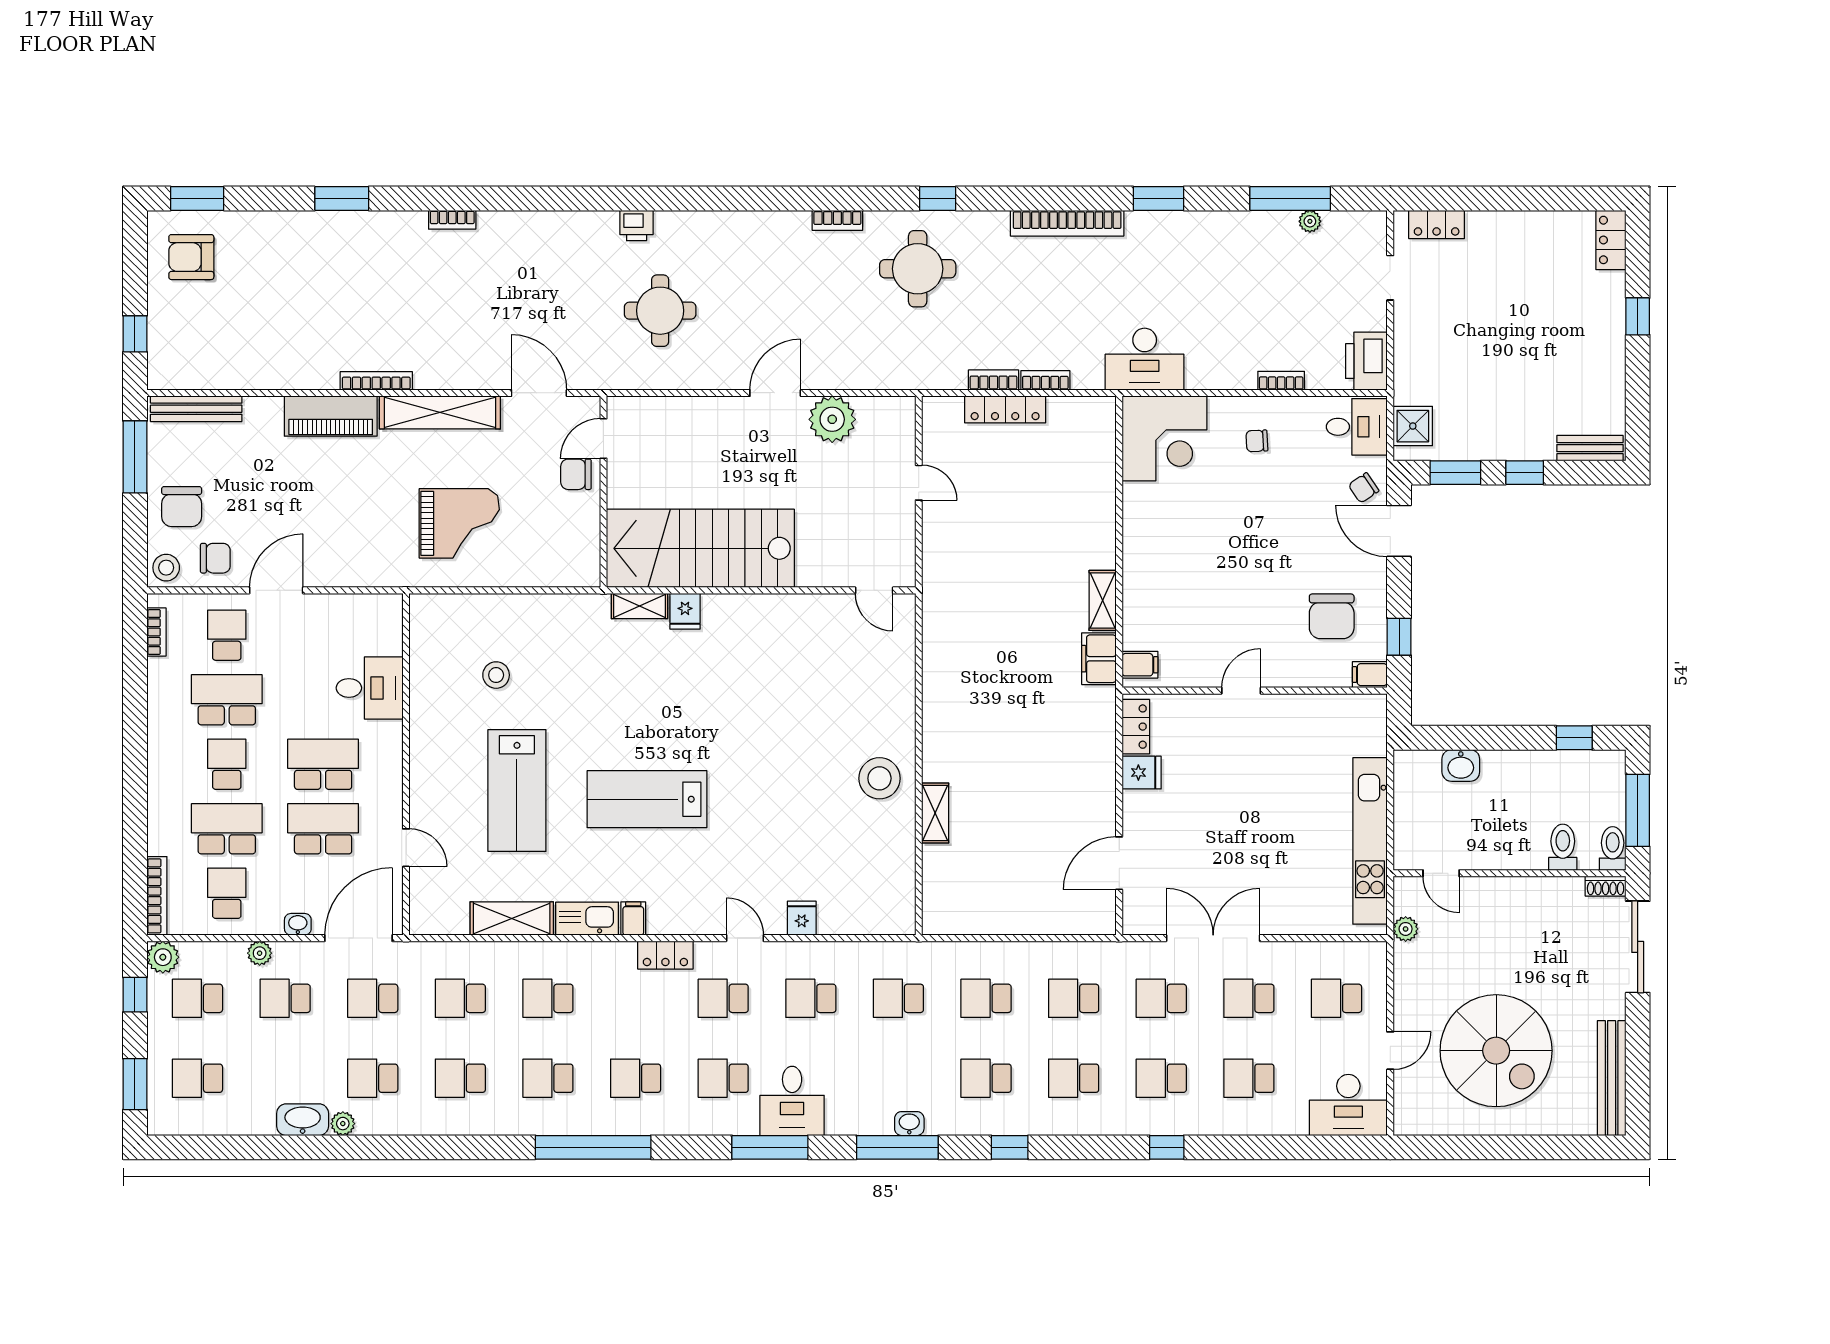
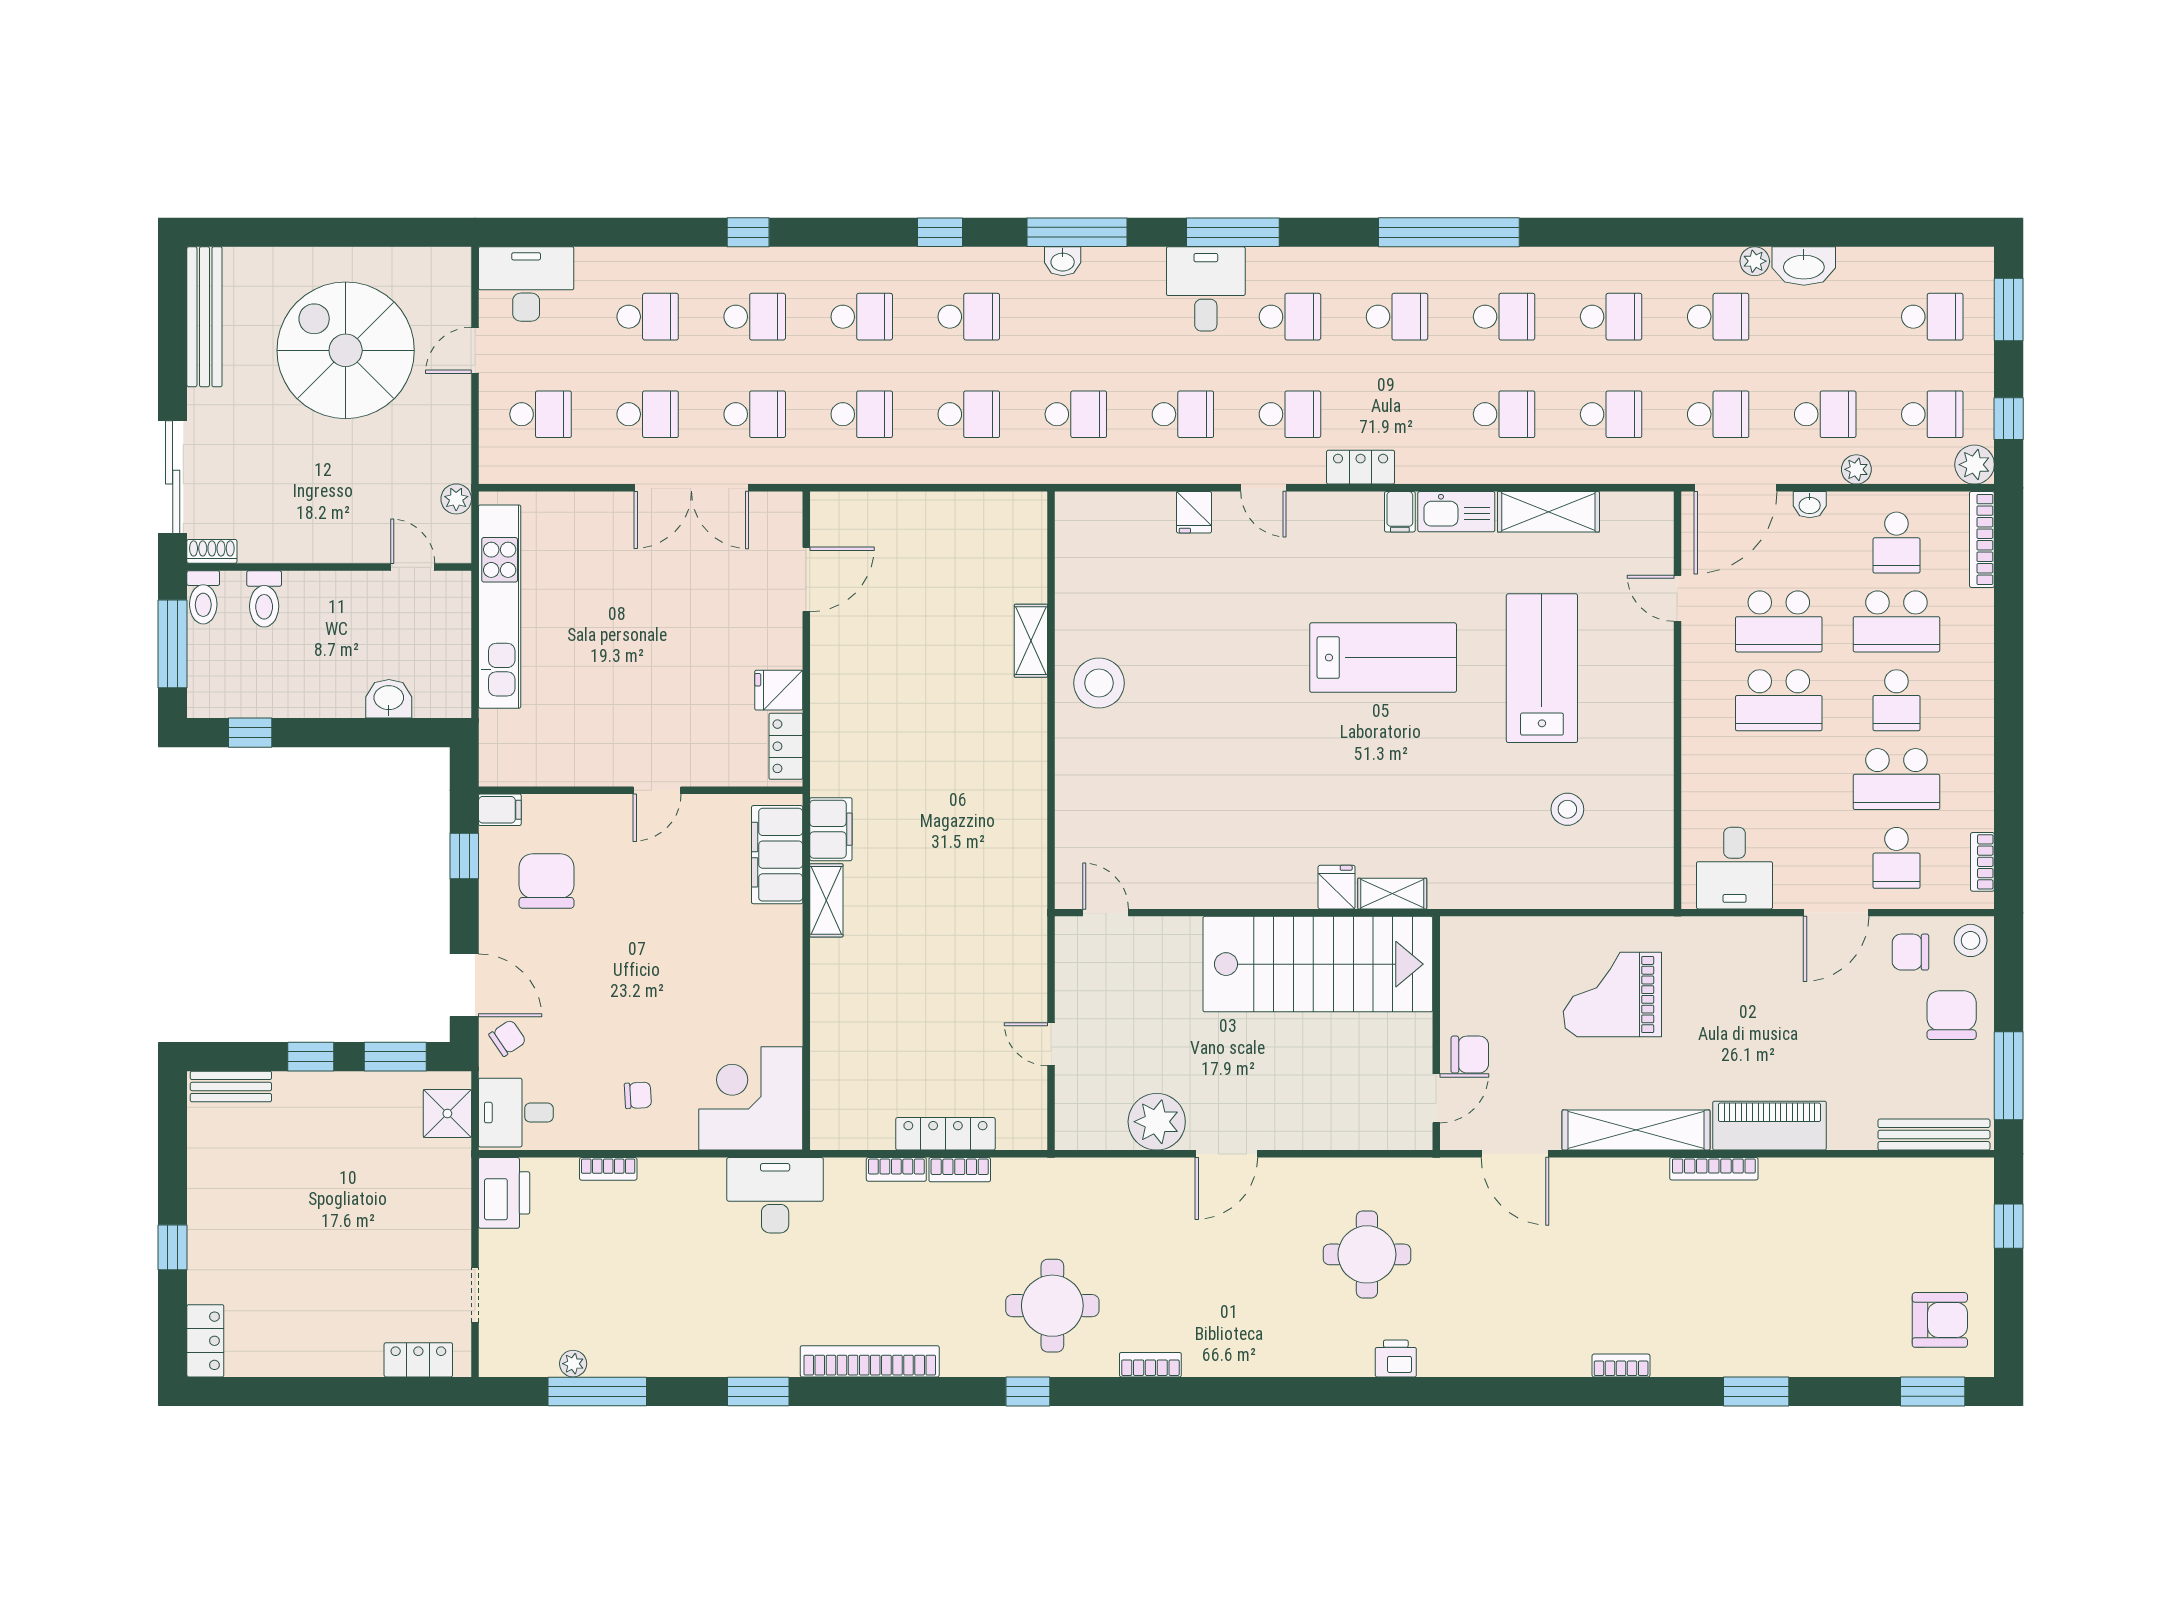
filing cabinet: (1140, 665) -> (777, 855), width x3.00, depth x1.17
desk: (370, 688) -> (1735, 868), moved, turned -90

